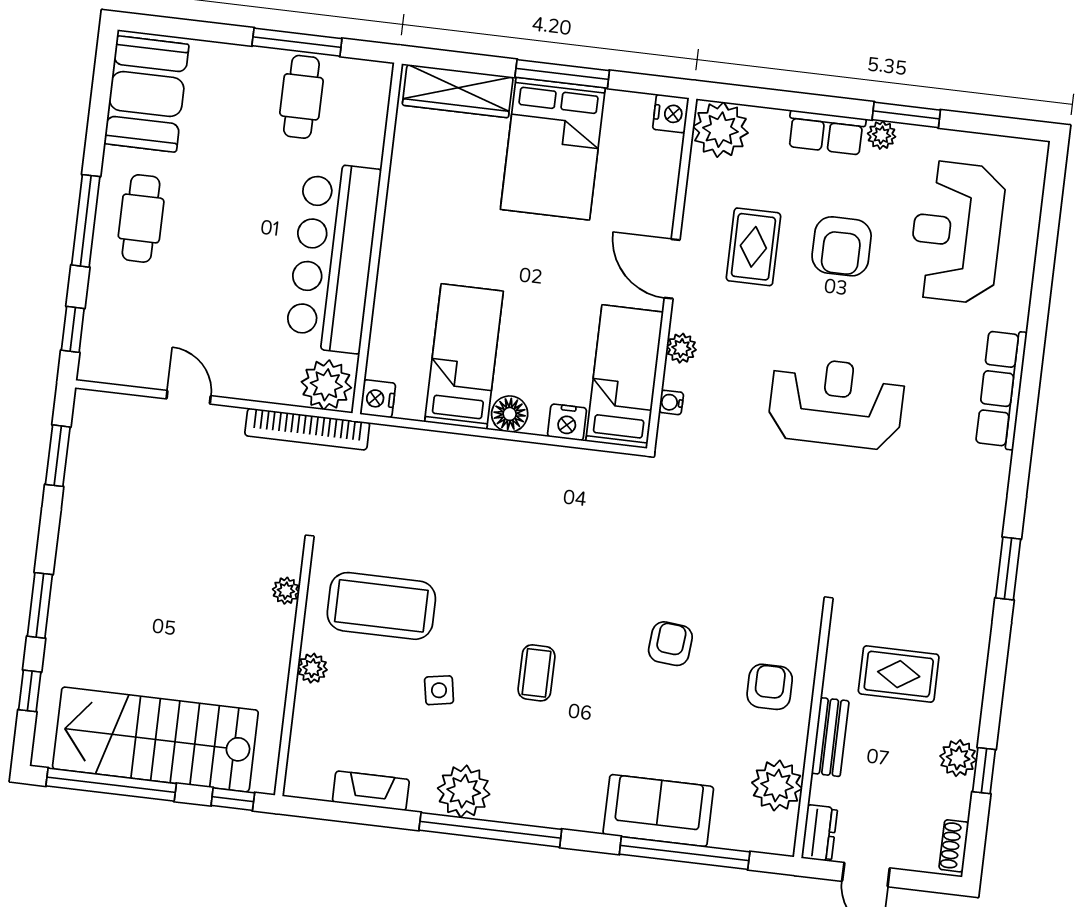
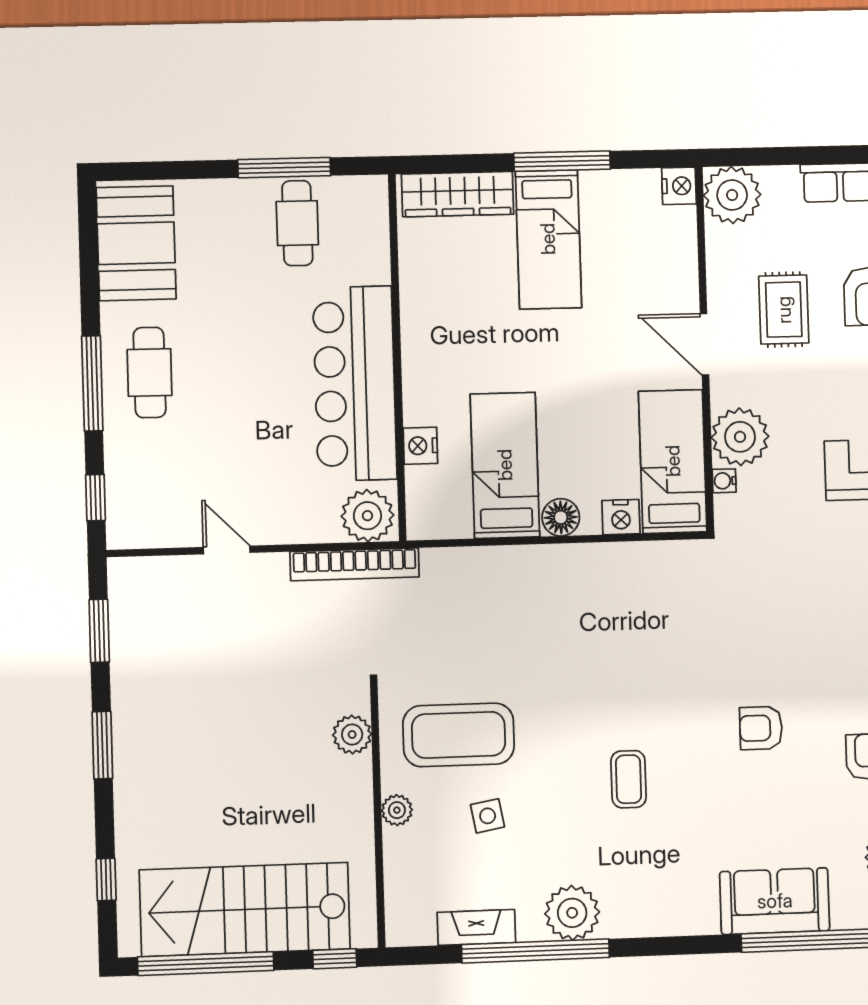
bed: (553, 149) -> (548, 239), width x0.67
plant: (681, 348) -> (740, 437), width x1.87, depth x1.87
nightstand: (378, 399) -> (420, 446), moved
plant: (286, 591) -> (352, 735), width x1.38, depth x1.38
window: (40, 605) -> (102, 745), moved
armchair: (670, 644) -> (761, 728), turned -95
side table: (439, 690) -> (488, 816), moved
window: (490, 830) -> (535, 951), moved

